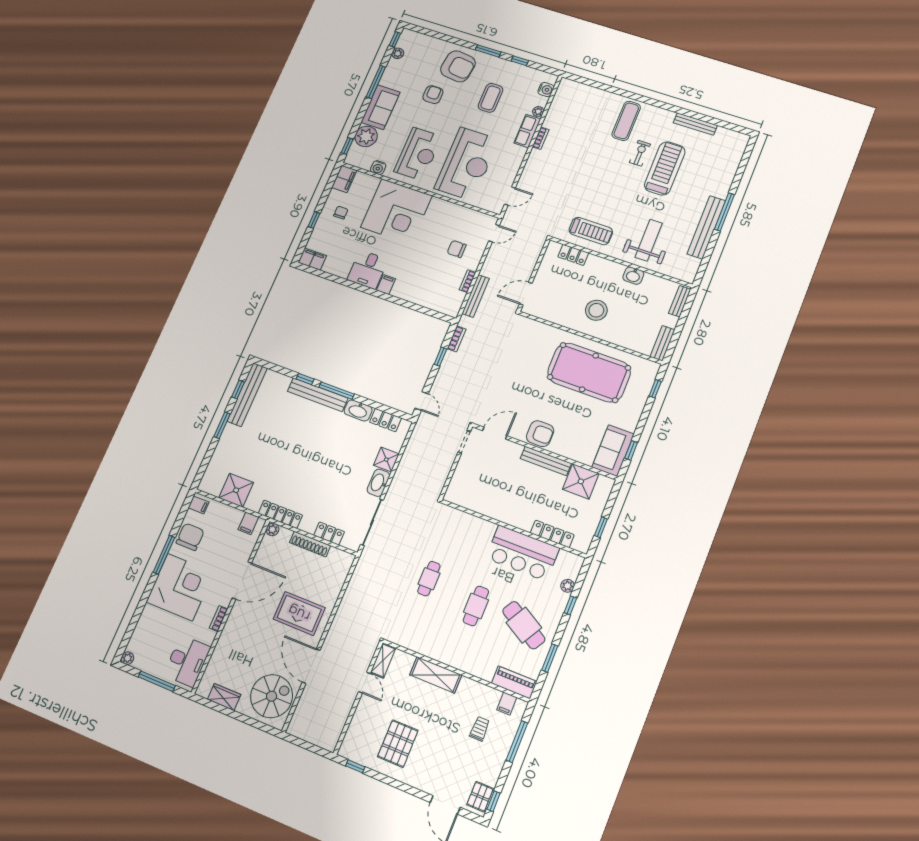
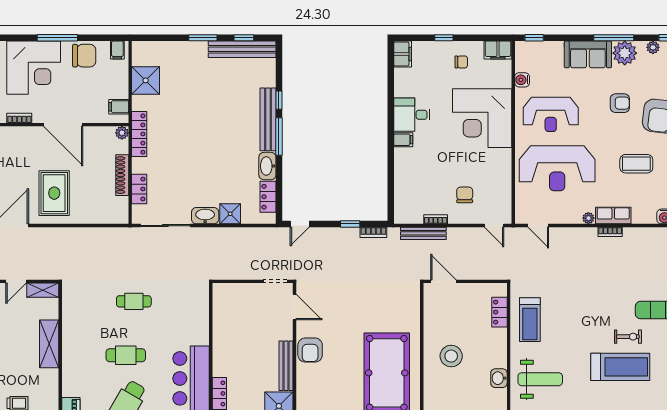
plant: (538, 112) -> (588, 218), moved
plant: (366, 136) -> (625, 53), moved

